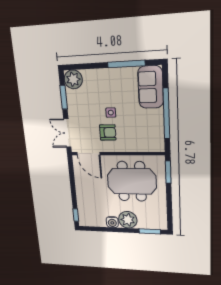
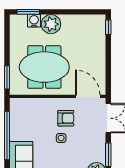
armchair: (108, 132) -> (66, 118), turned 180
water cooler: (112, 222) -> (34, 21), moved

